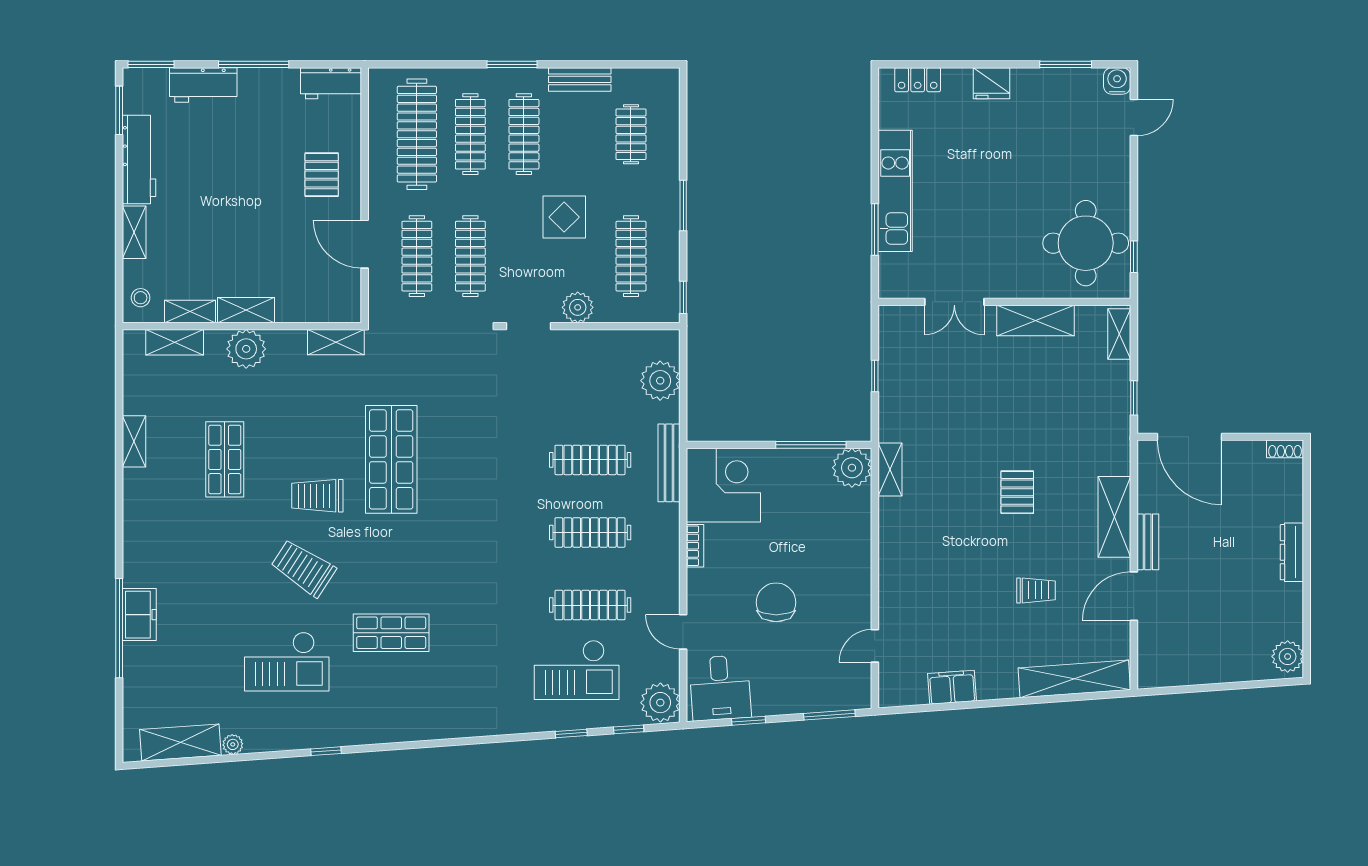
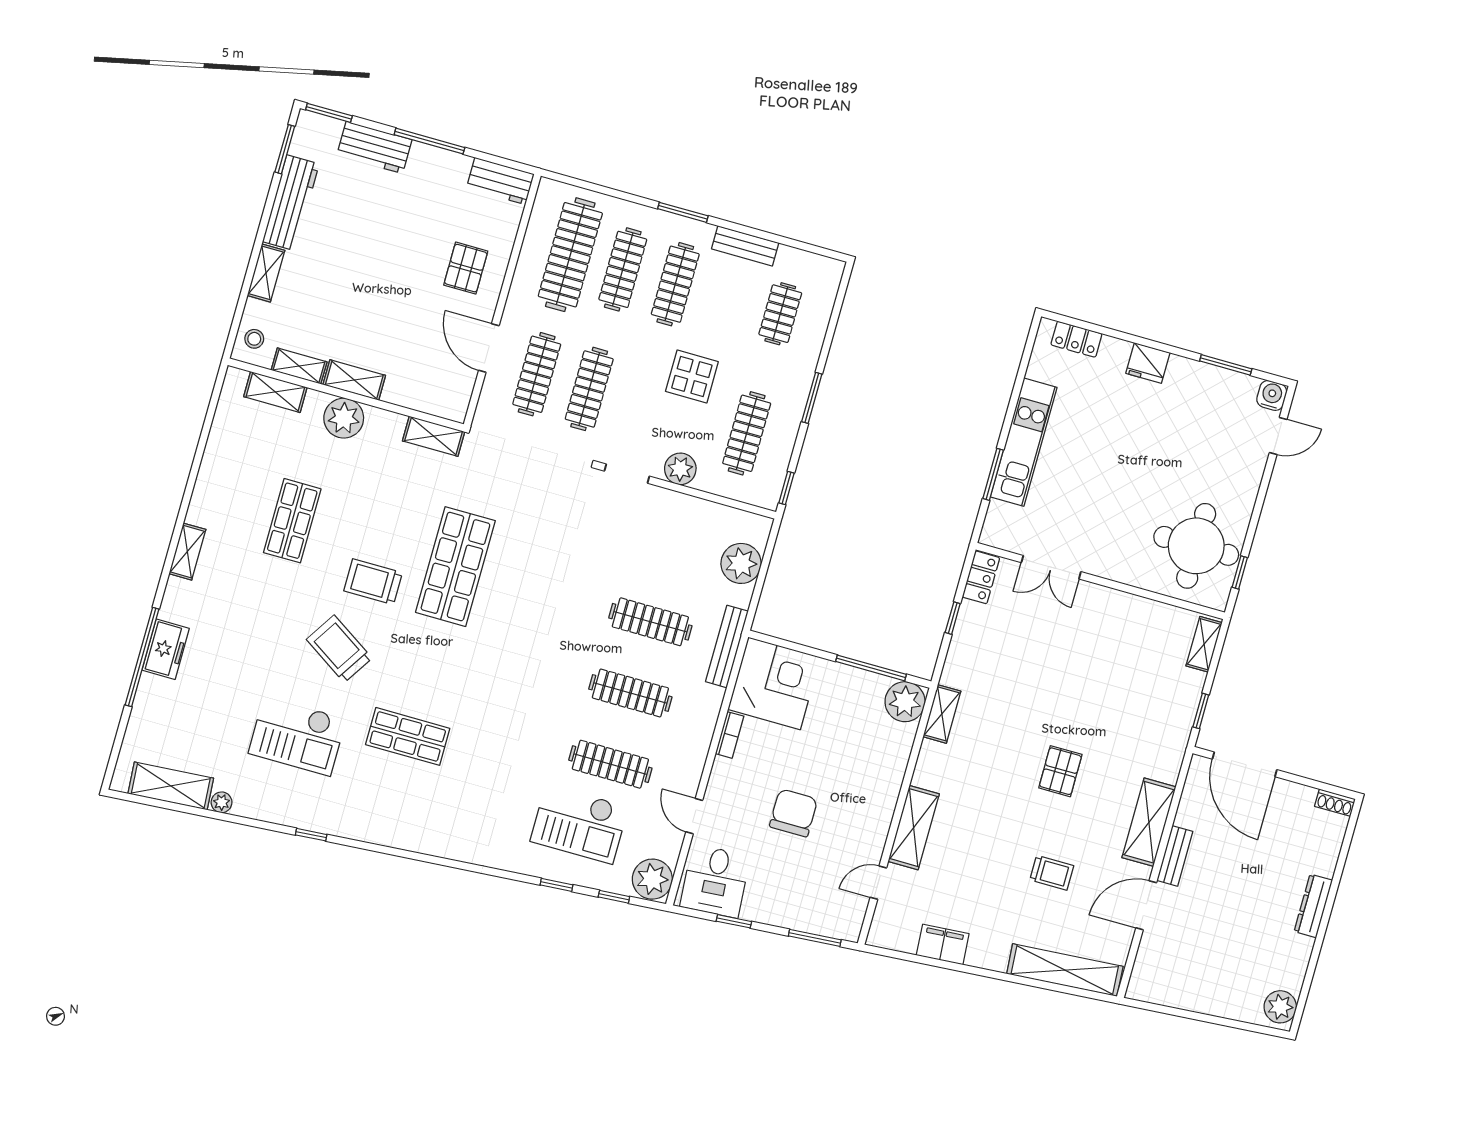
shelving: (1036, 321) -> (914, 828), moved, turned 90
locker: (891, 330) -> (981, 577), added
shelving: (134, 441) -> (187, 552), moved

